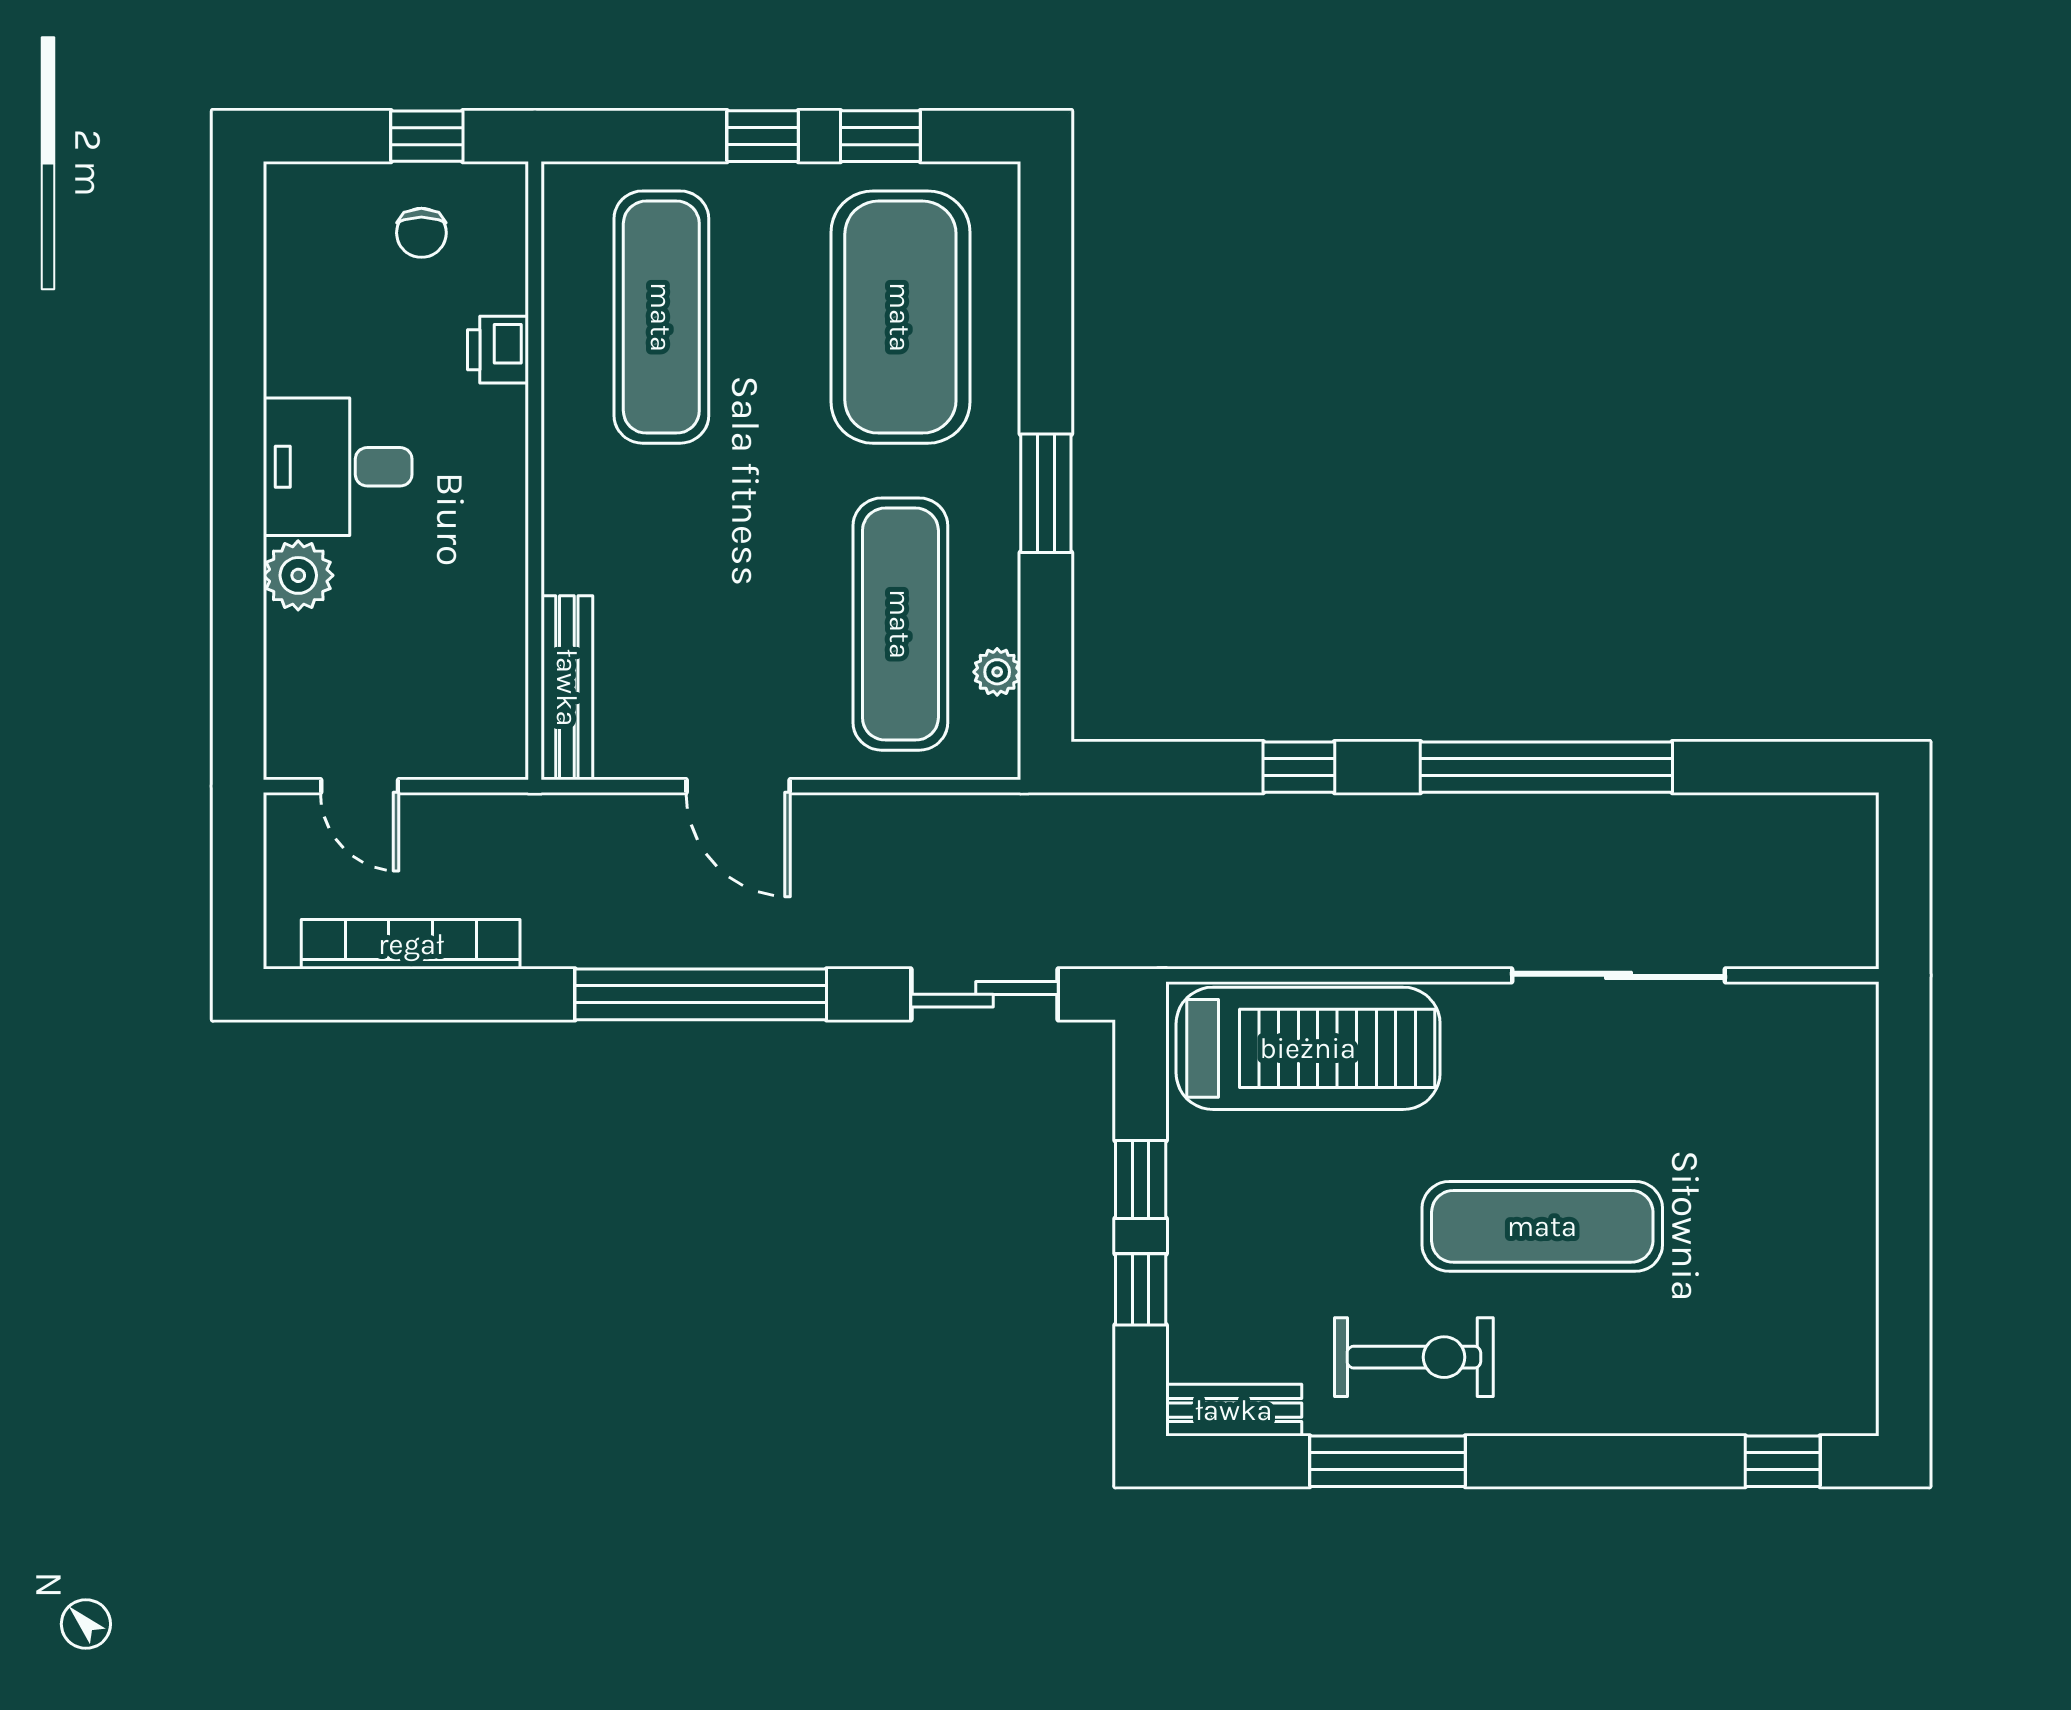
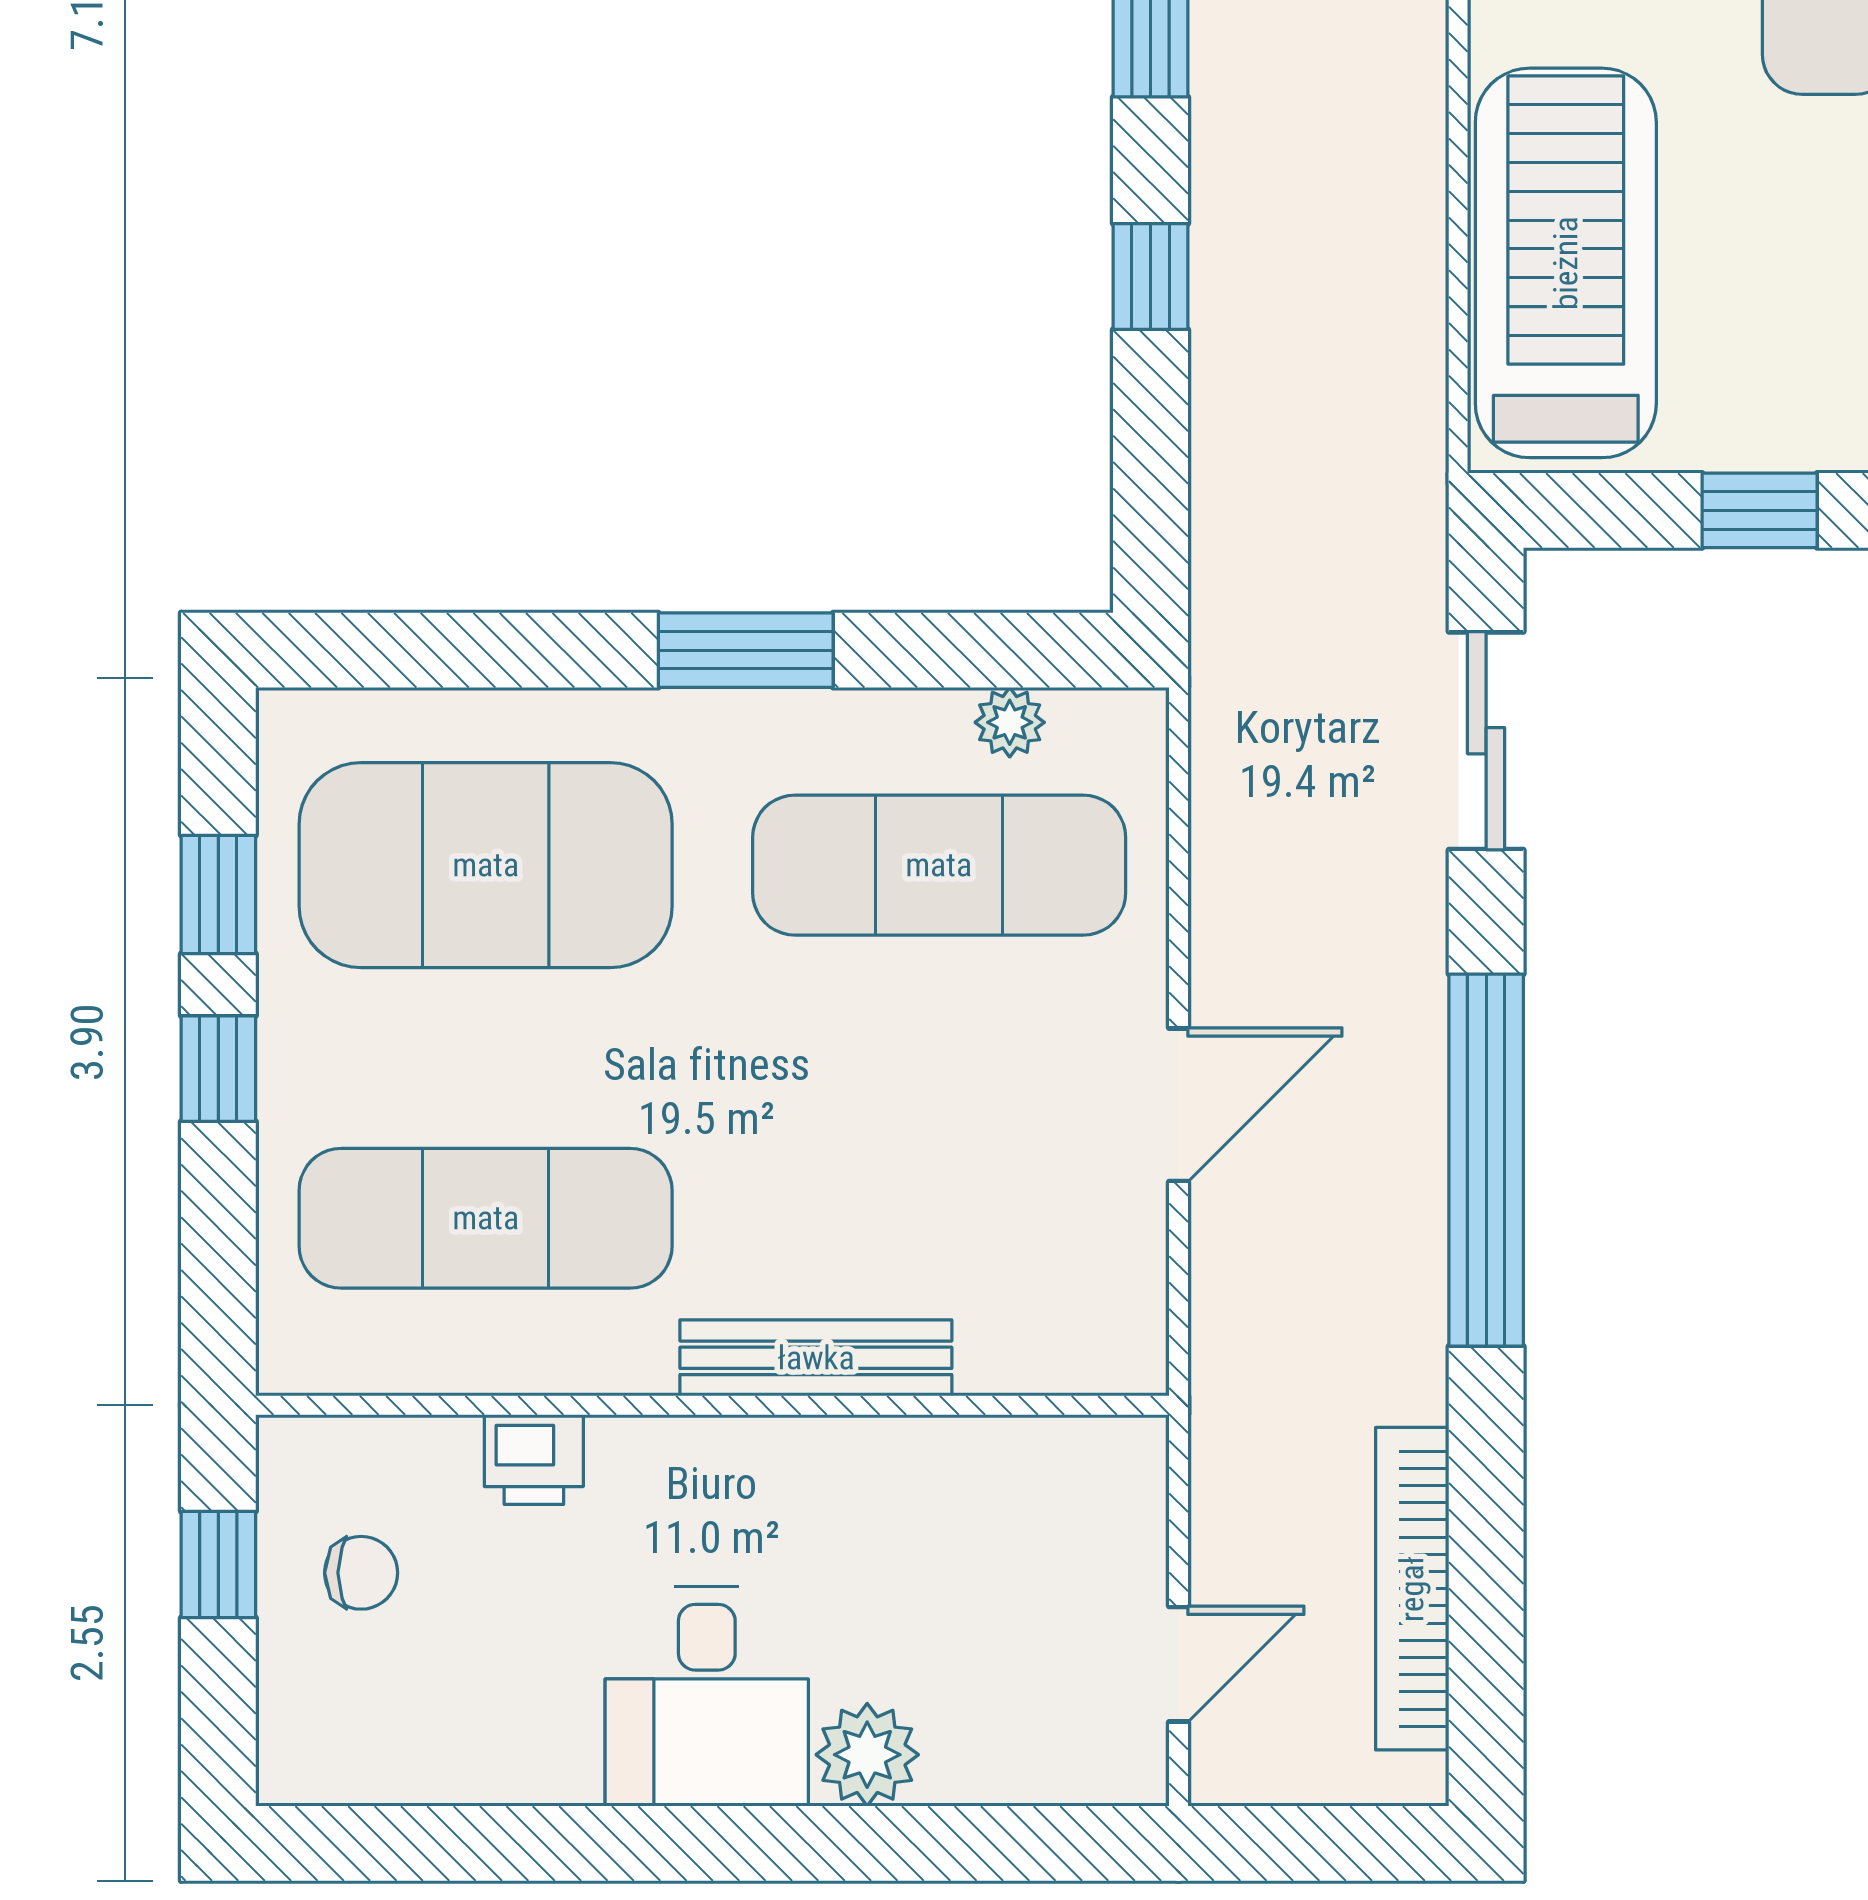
bench: (567, 688) -> (816, 1358), moved

